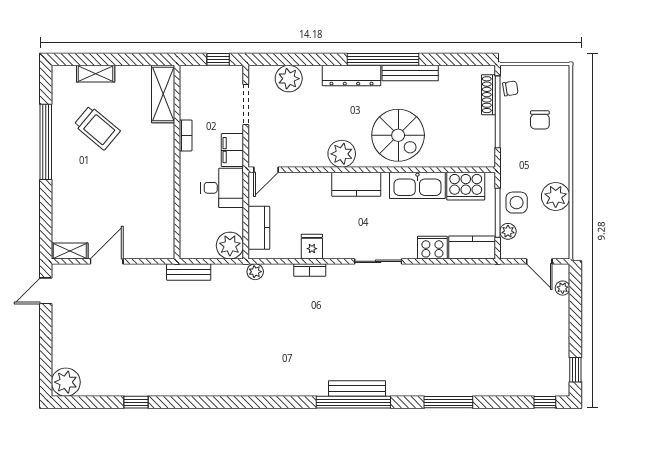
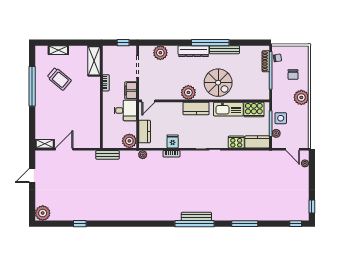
plant: (556, 197) -> (301, 97), moved
door: (46, 291) -> (32, 176), moved

